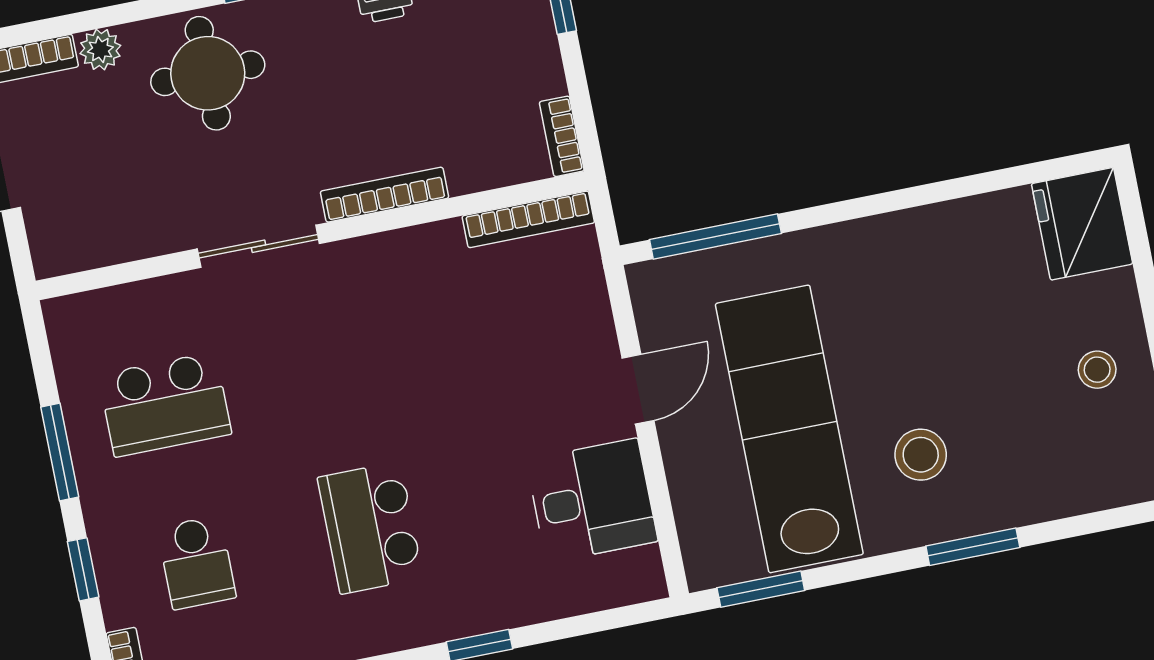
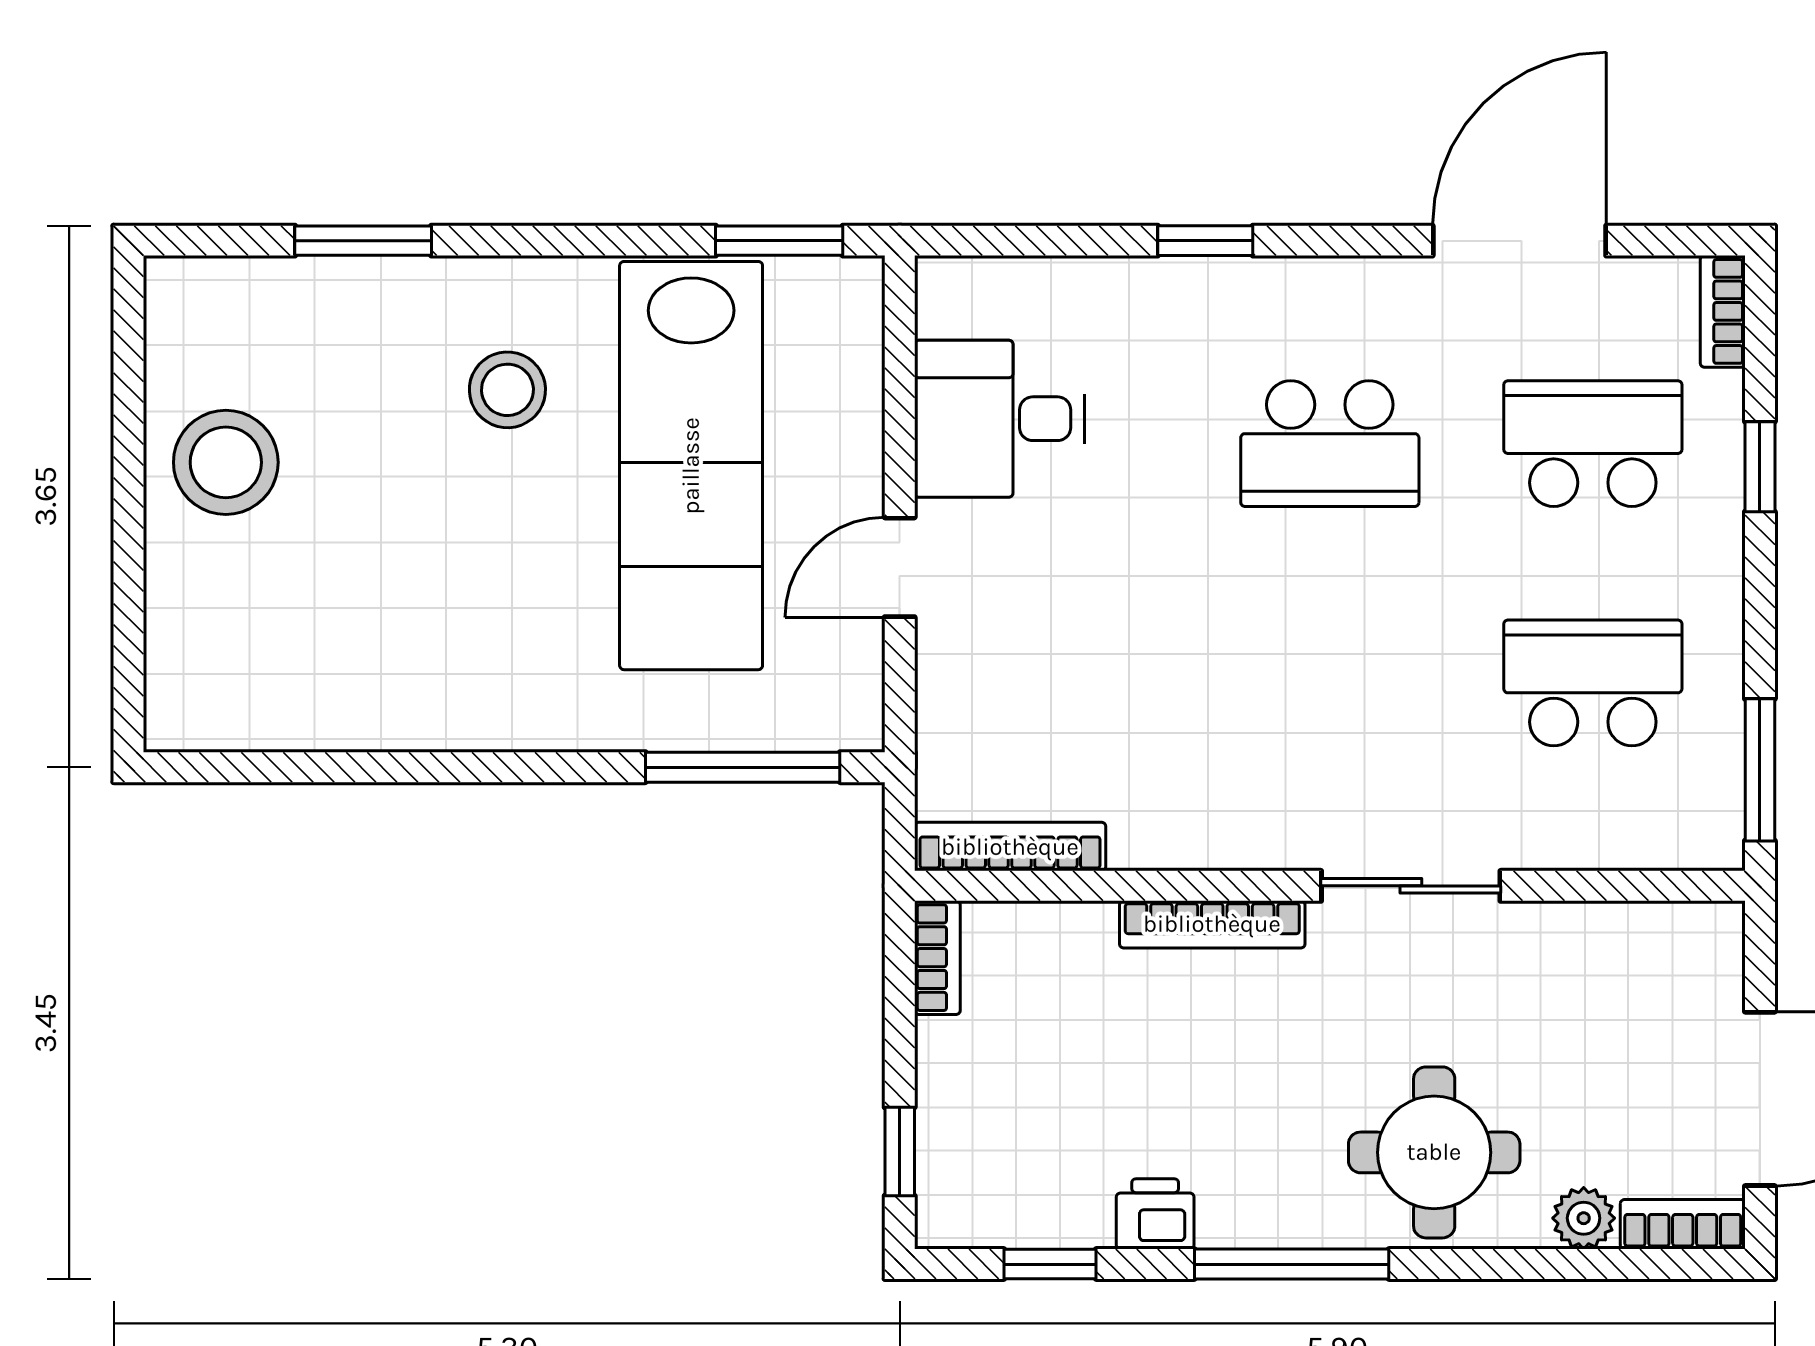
fridge: (1082, 224) -> (205, 679), removed
stool: (1097, 370) -> (226, 462), width x1.89, depth x1.89
window: (60, 452) -> (1760, 770), moved
school desk: (370, 528) -> (1330, 444), turned 90
window: (973, 547) -> (363, 241), moved
school desk: (197, 562) -> (1593, 444), width x1.85

